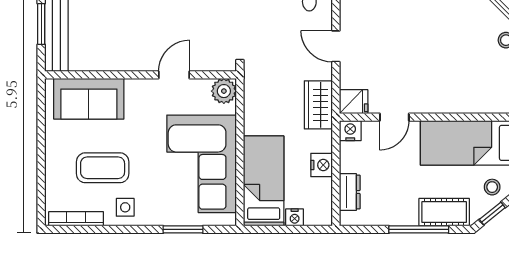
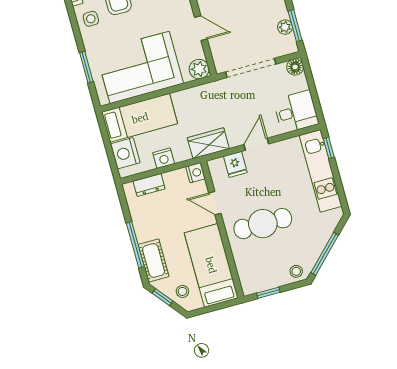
cafe table: (436, 65) -> (263, 224), added
fridge: (354, 102) -> (235, 164), moved
nightstand: (295, 217) -> (125, 153), width x1.89, depth x1.79

